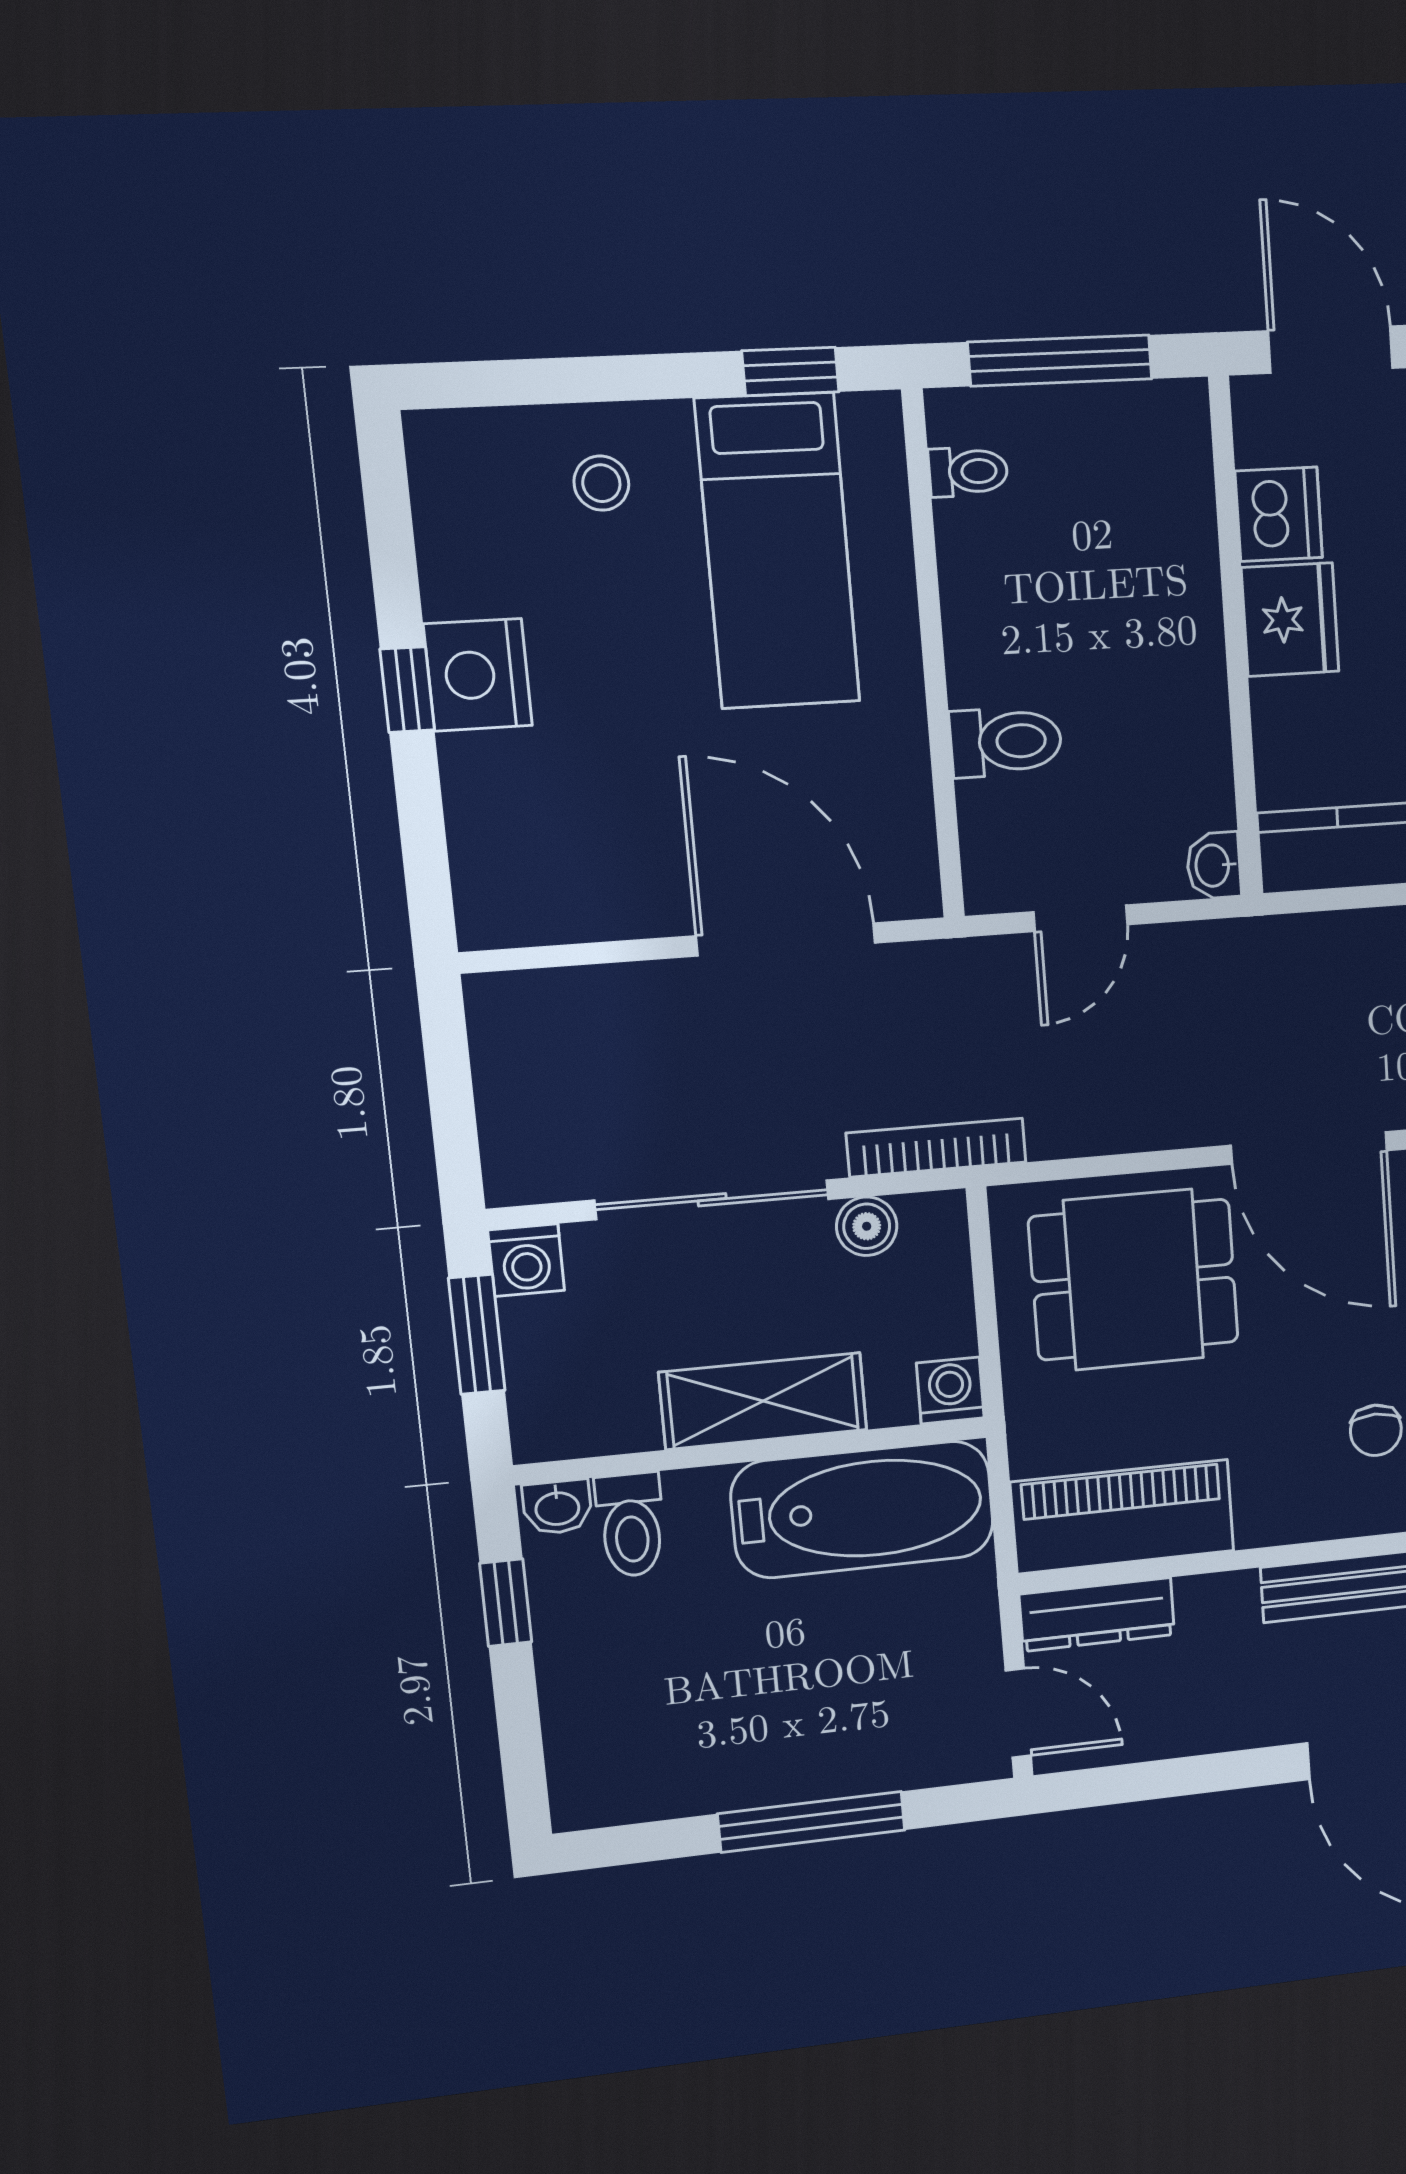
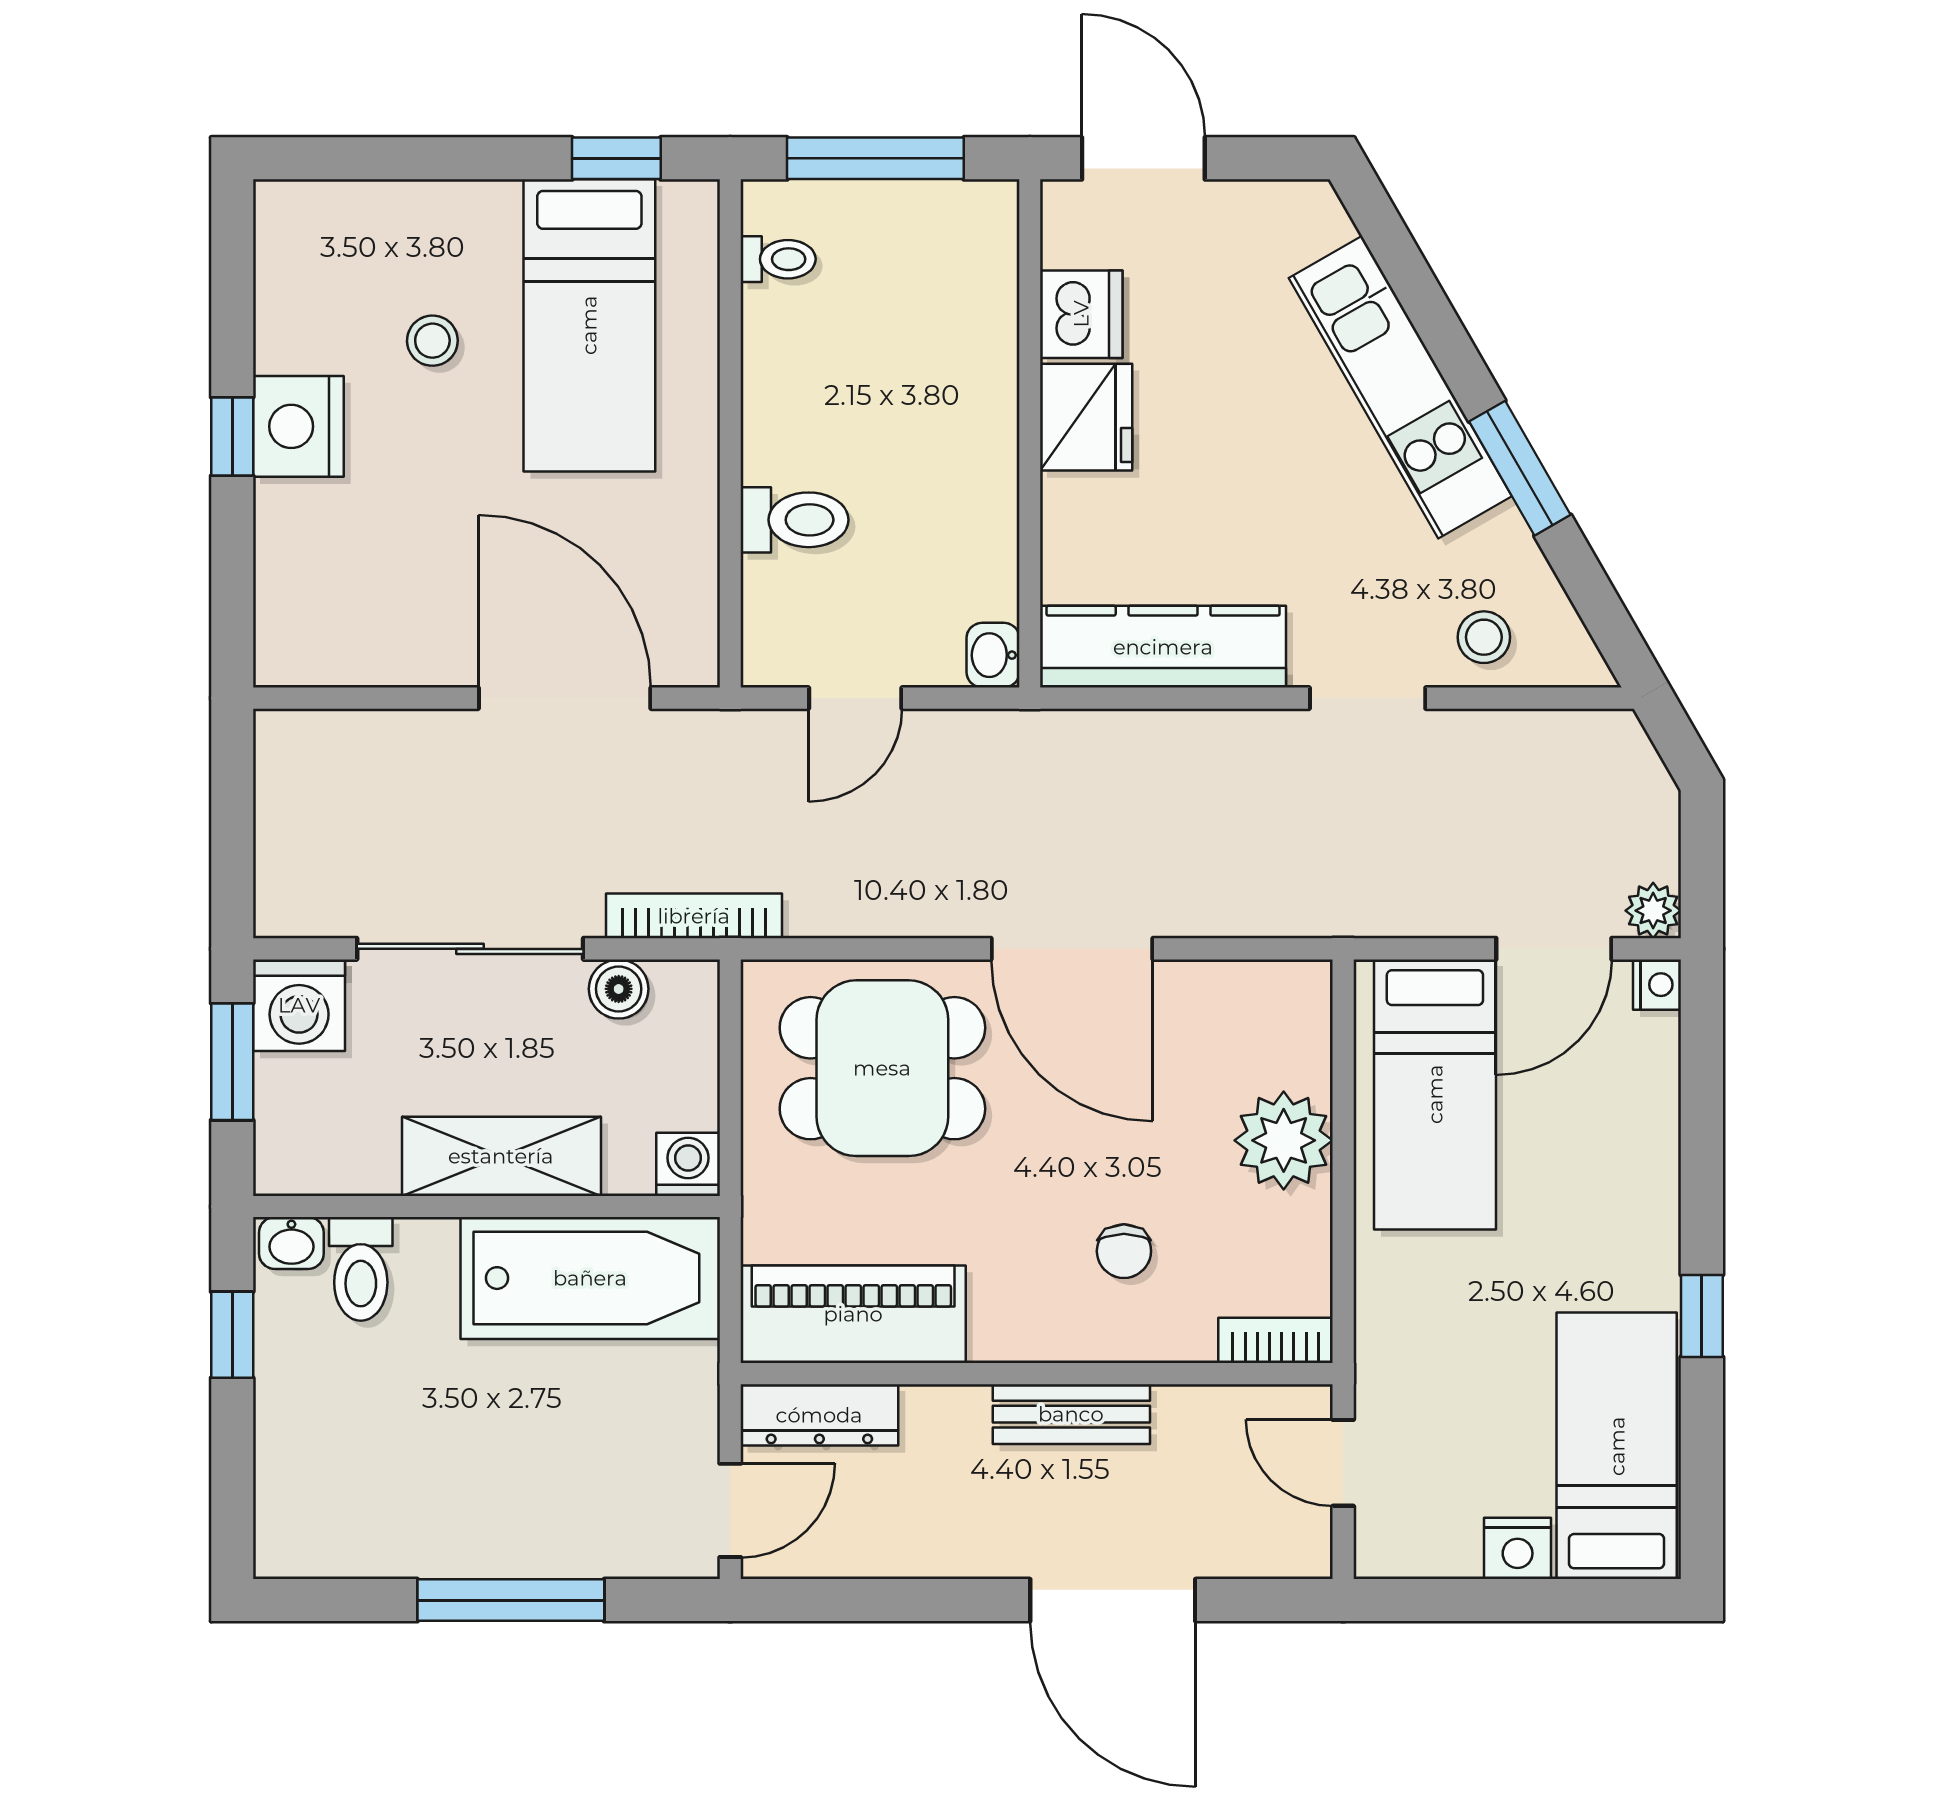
stool: (601, 483) -> (432, 341), moved
washing machine: (526, 1260) -> (299, 1005), width x1.38, depth x1.38
door: (1018, 1713) -> (730, 1510), hinge flipped

